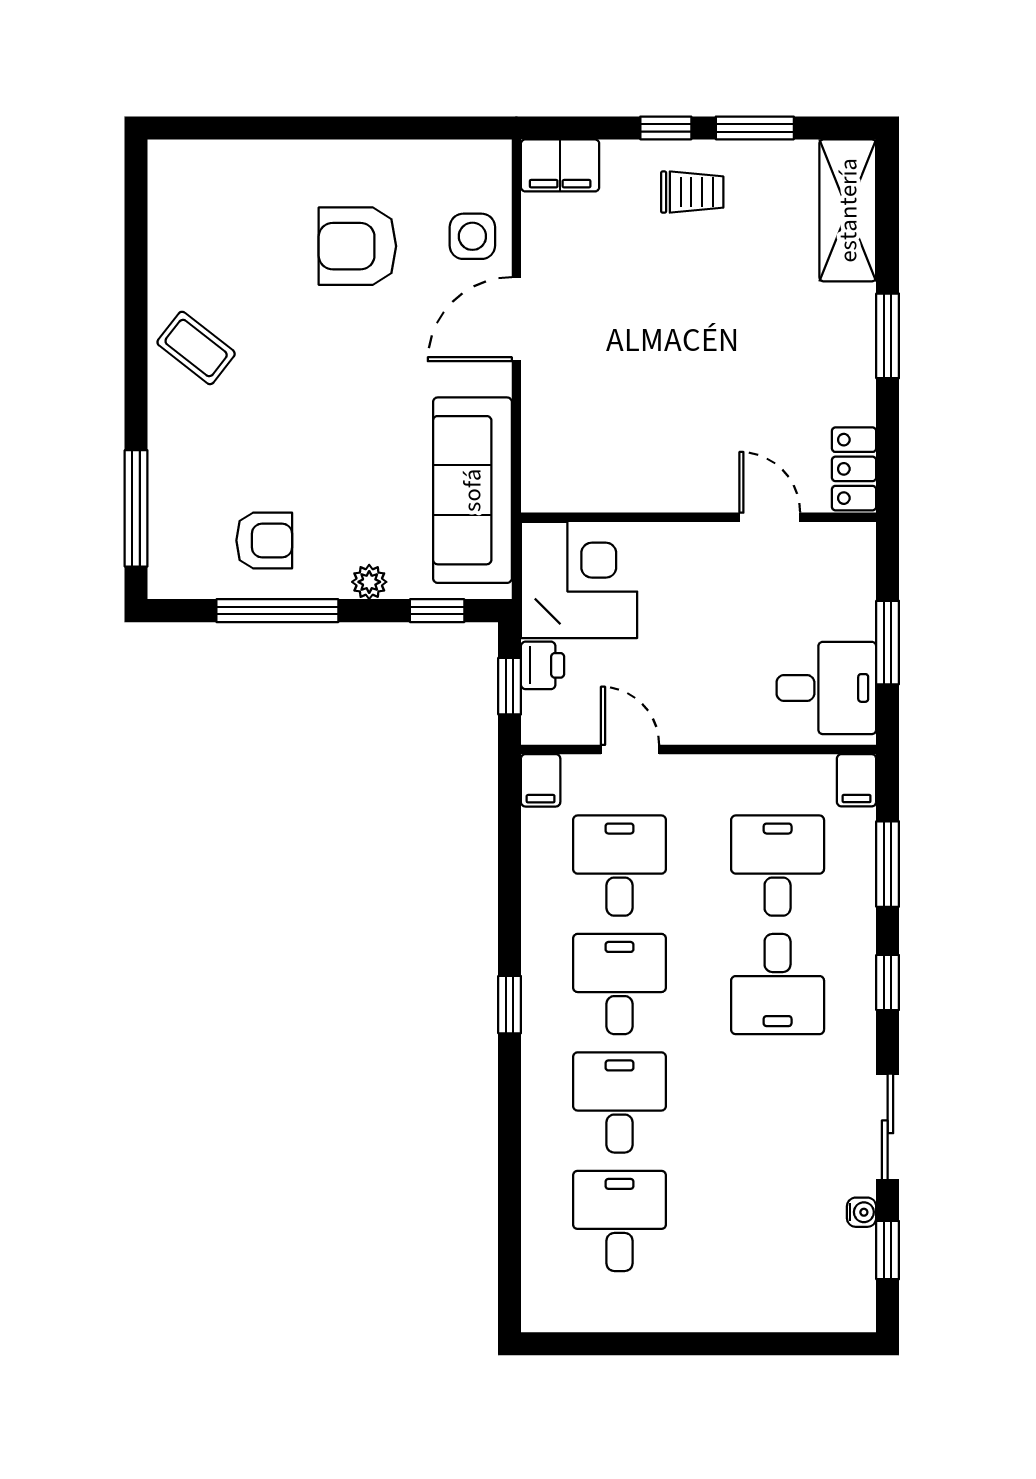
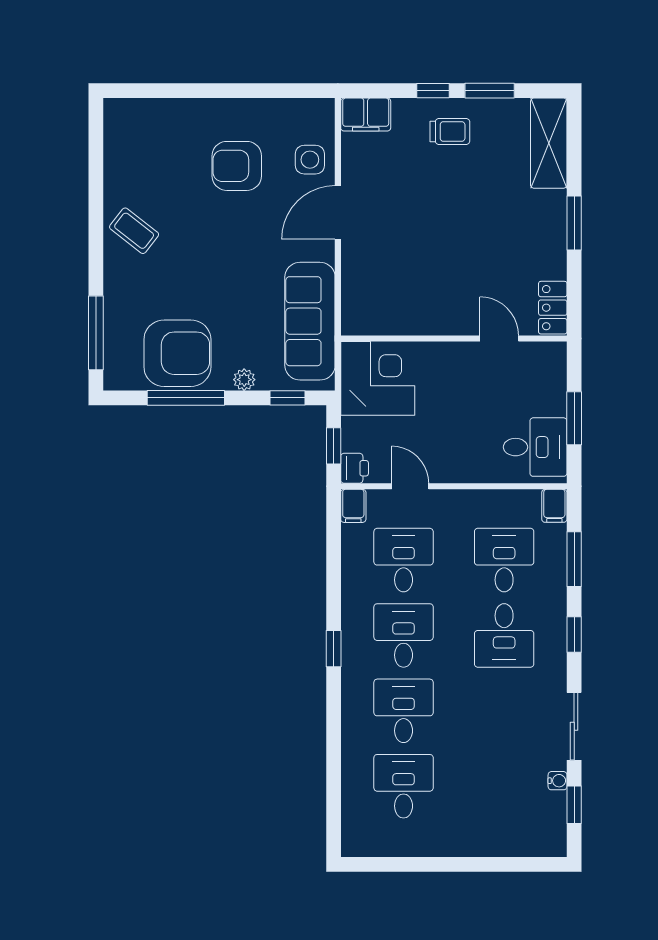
armchair: (264, 540) -> (177, 353), width x1.88, depth x1.88
printer: (543, 665) -> (355, 468), moved

